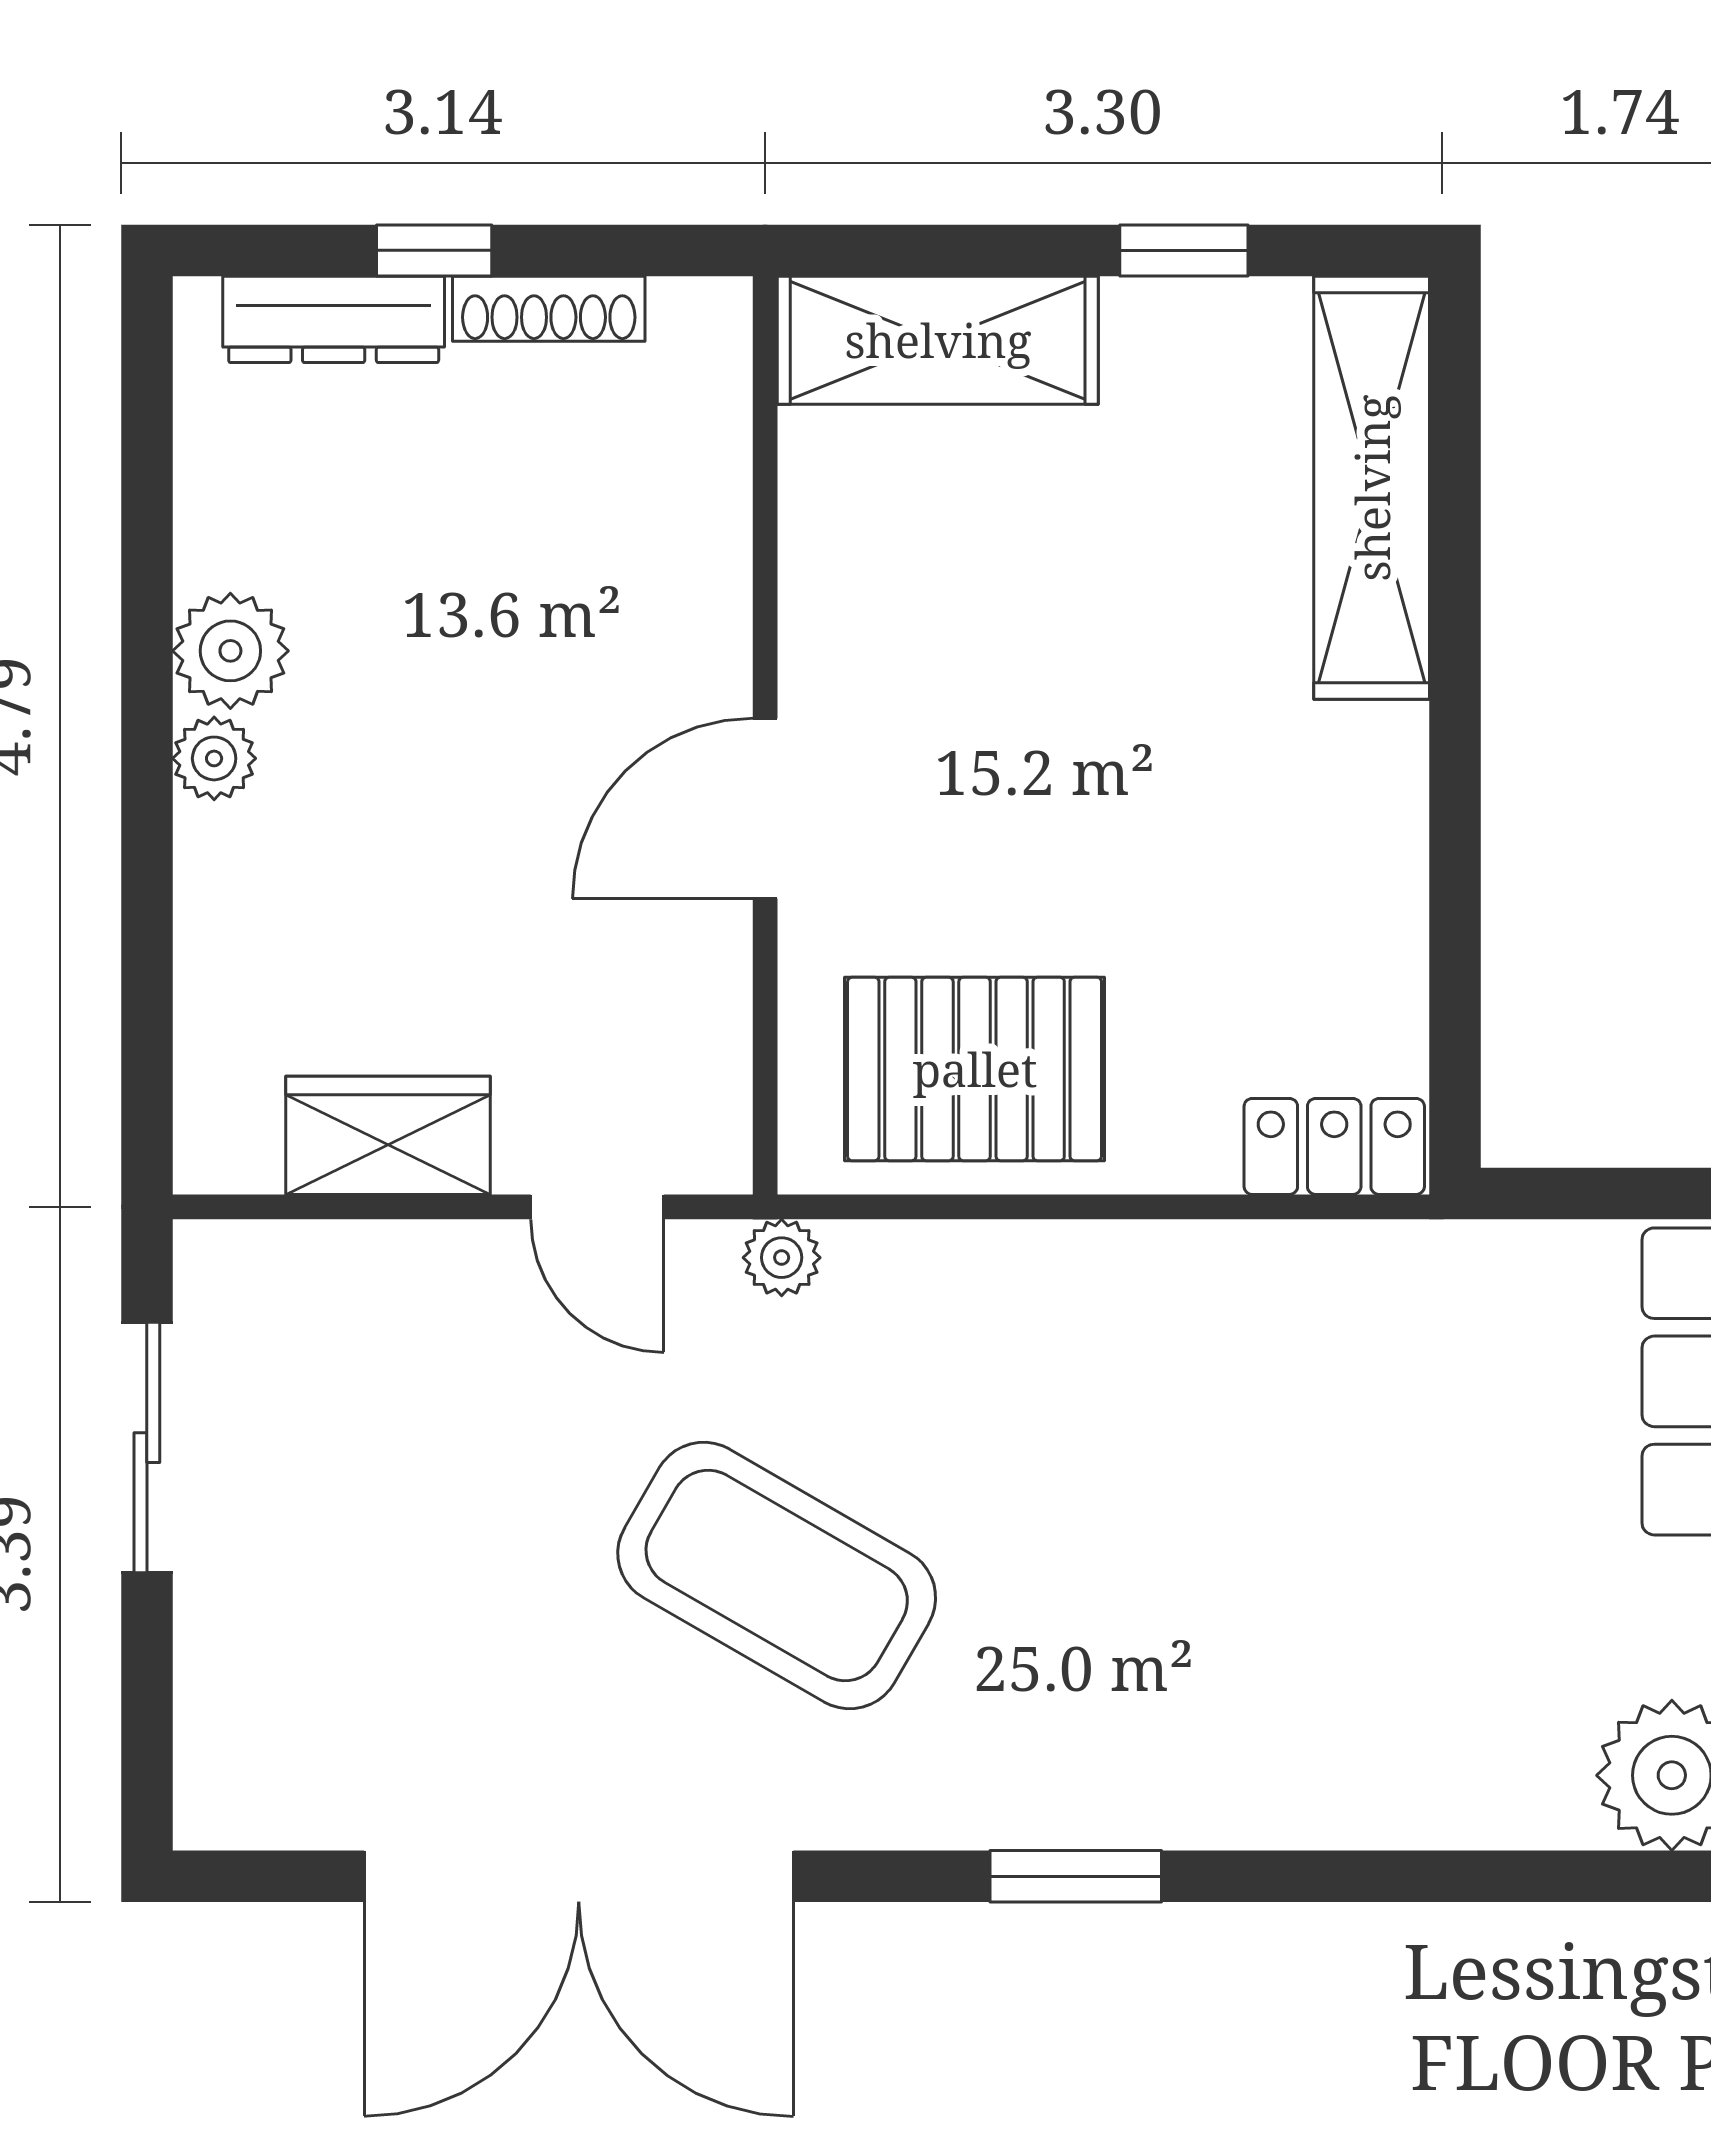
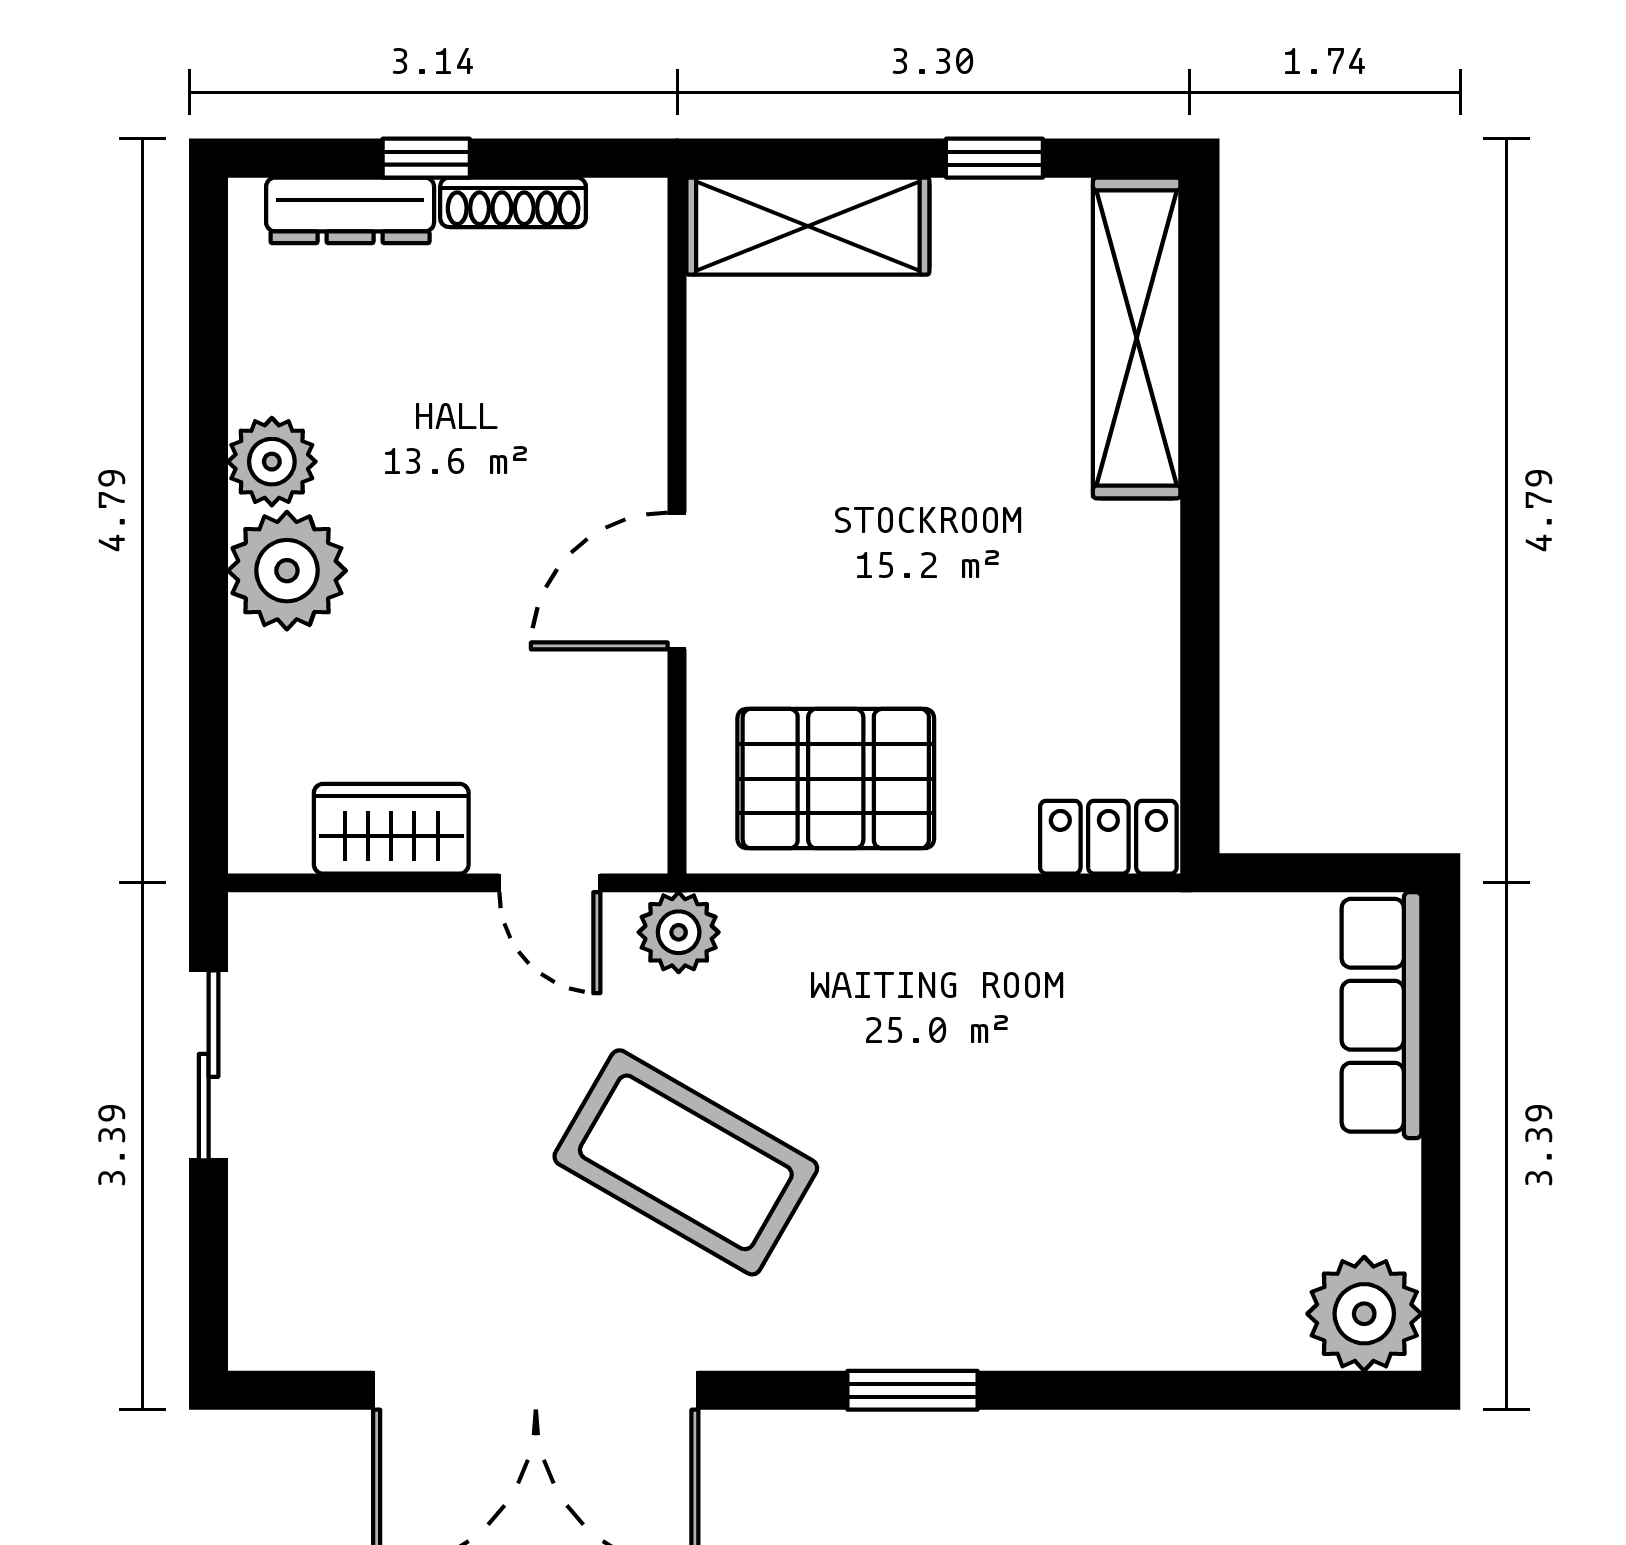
plant: (214, 758) -> (287, 571), width x1.87, depth x1.87
plant: (782, 1258) -> (679, 932), width x1.38, depth x1.38

